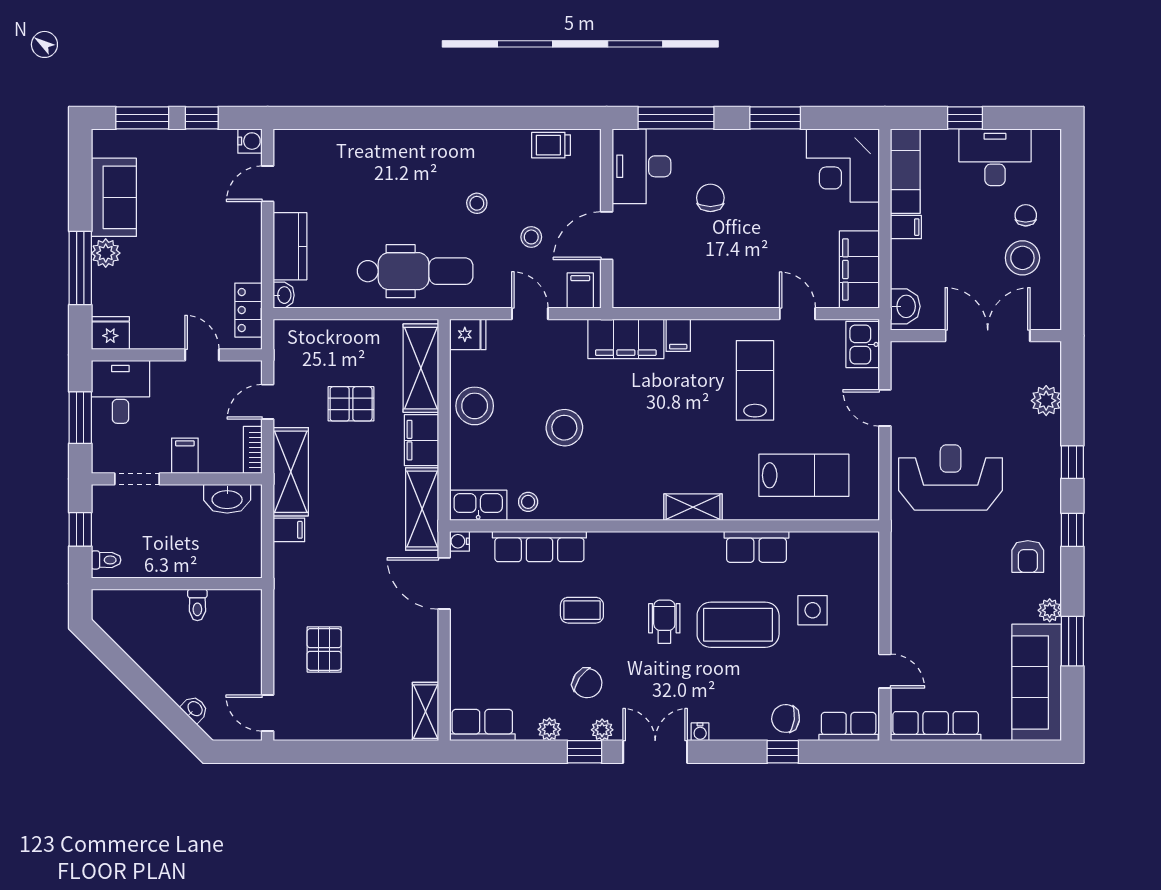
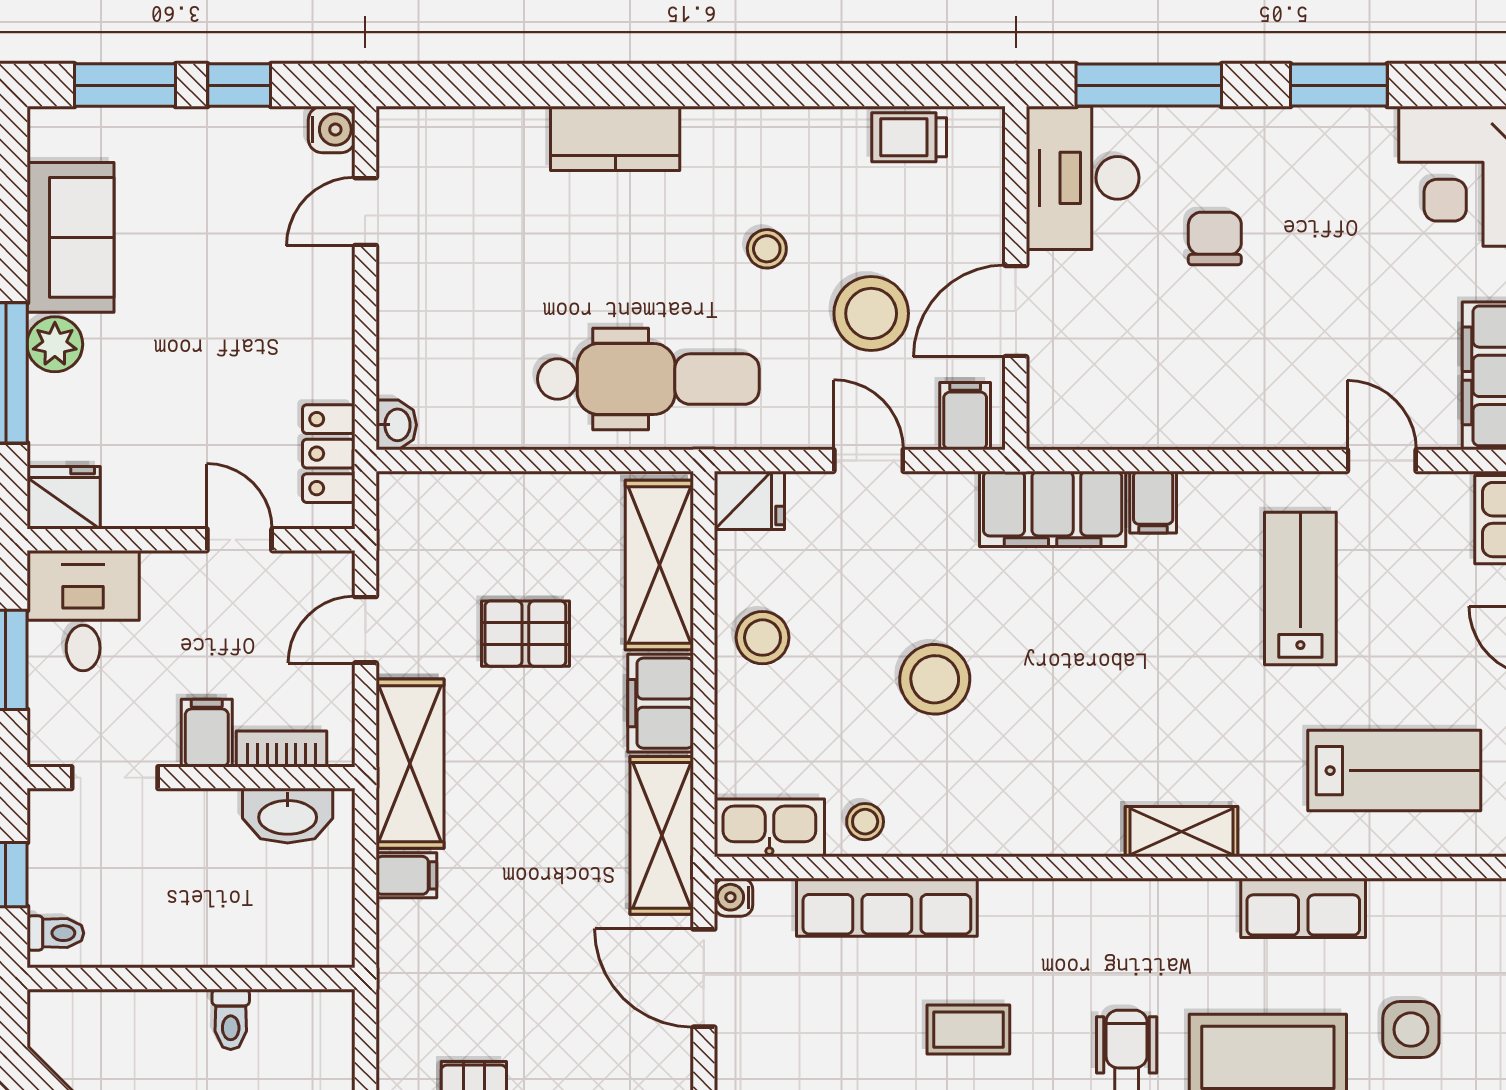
stool: (531, 237) -> (871, 313), width x1.89, depth x1.89
kitchen counter: (290, 246) -> (615, 138), moved, turned 90
stool: (475, 406) -> (763, 638), width x0.73, depth x0.73
bookcase: (253, 450) -> (281, 749), moved, turned 90

